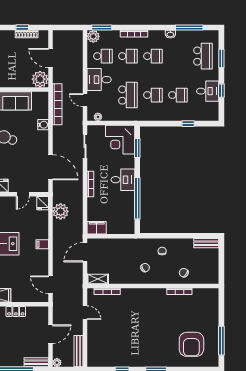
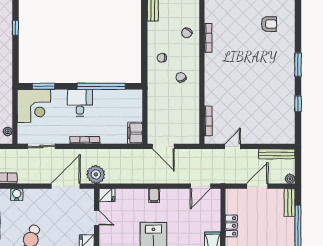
plant: (61, 211) -> (96, 174), moved
shelving: (98, 279) -> (194, 132), removed
door: (50, 334) -> (257, 186), hinge flipped
armchair: (191, 344) -> (269, 24), width x0.53, depth x0.53

